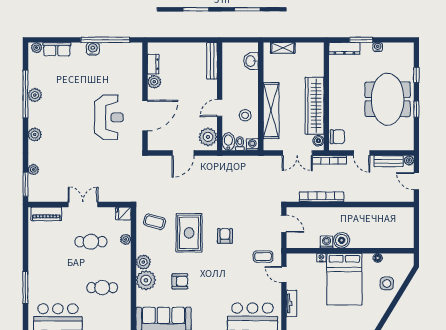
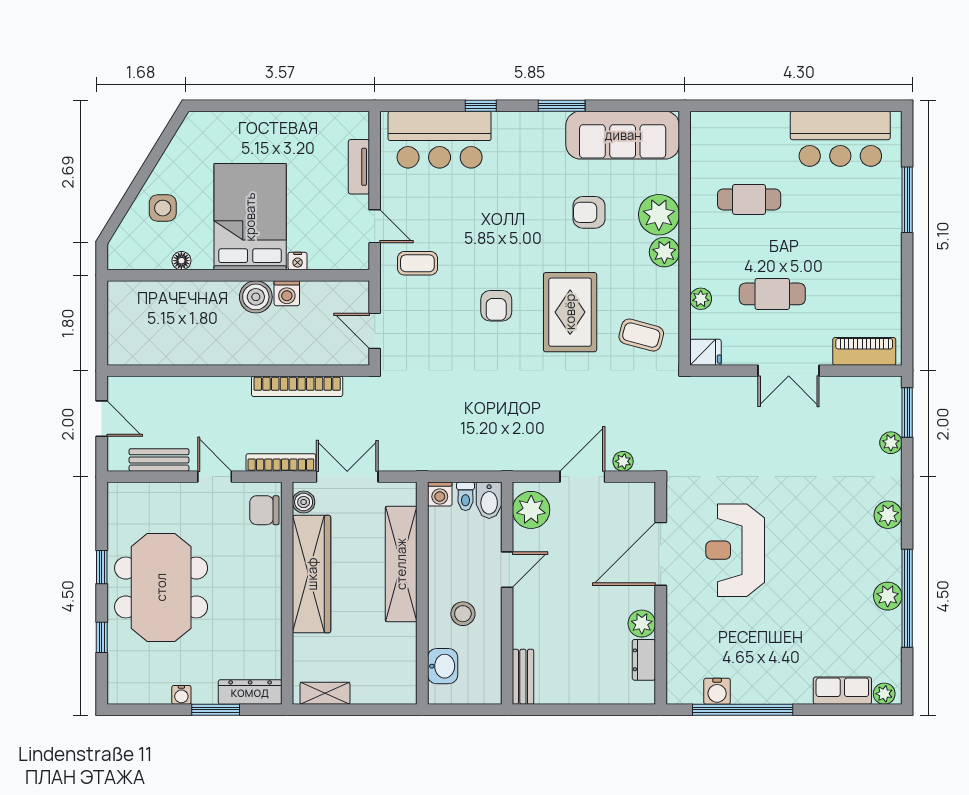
shelving: (283, 48) -> (325, 693), moved
water cooler: (93, 49) -> (717, 691), moved
bench: (212, 61) -> (523, 677), width x0.73
stool: (245, 115) -> (463, 614), moved
plant: (409, 160) -> (623, 461), moved

